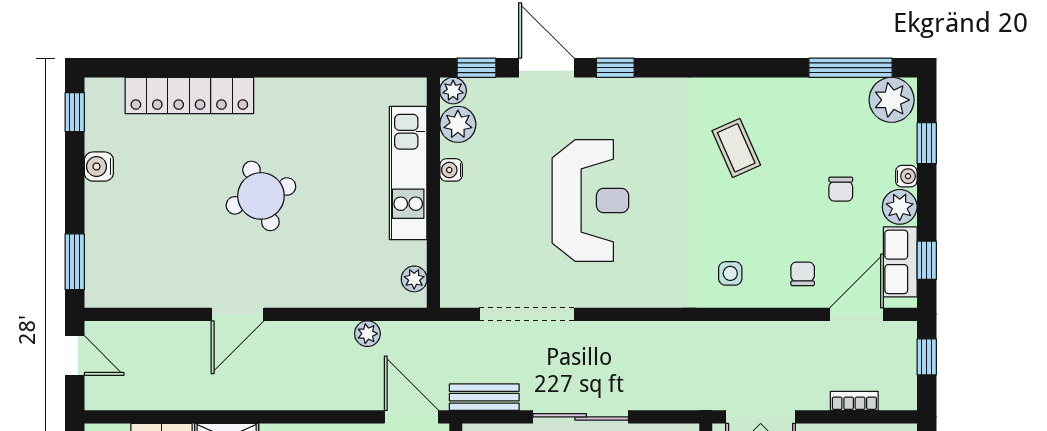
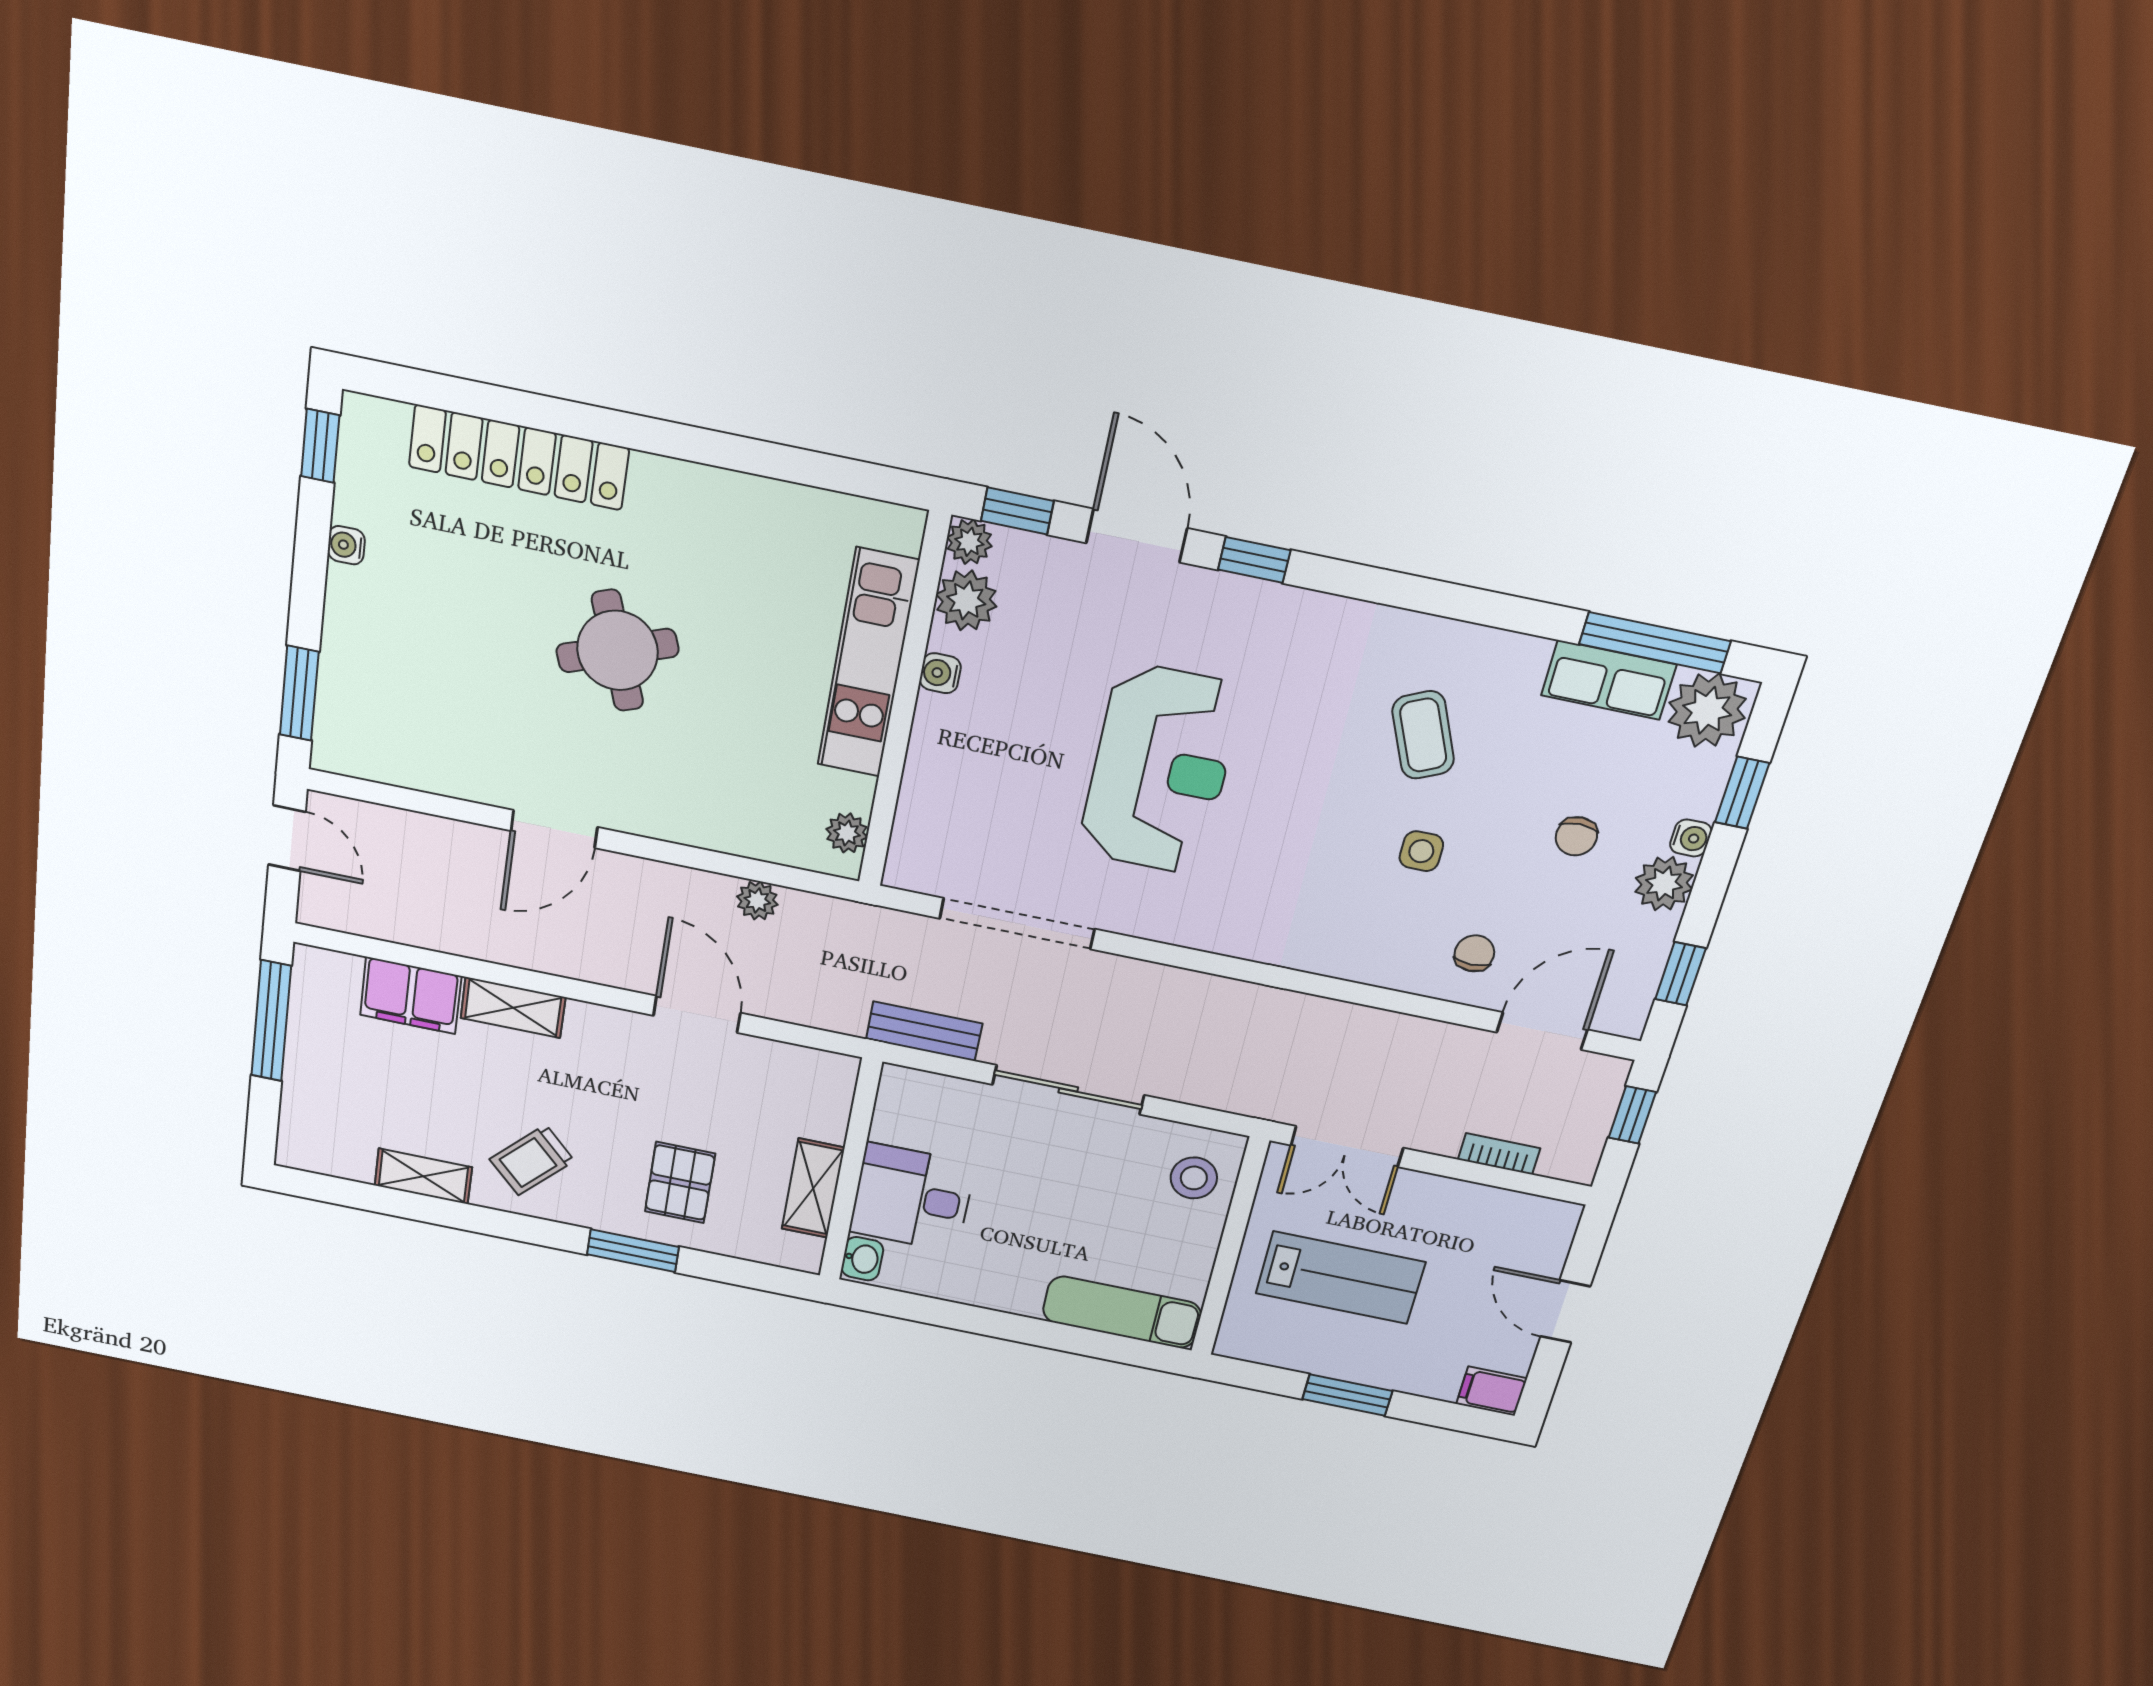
water cooler: (99, 167) -> (346, 545), width x0.72, depth x0.72
row of seats: (900, 262) -> (1609, 680), moved, turned -90
side table: (730, 273) -> (1421, 851), moved
door: (411, 417) -> (697, 1014), moved

